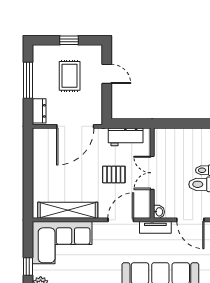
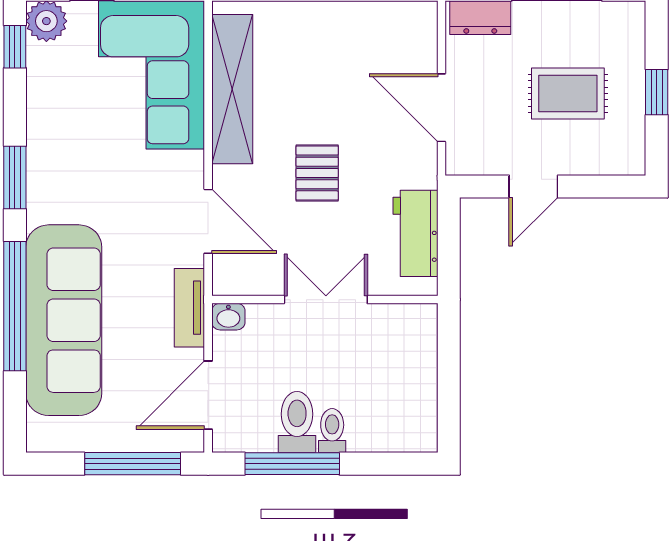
door: (107, 74) -> (533, 186), moved
door: (75, 126) -> (441, 108), width x0.73
pallet: (114, 175) -> (317, 173), moved

